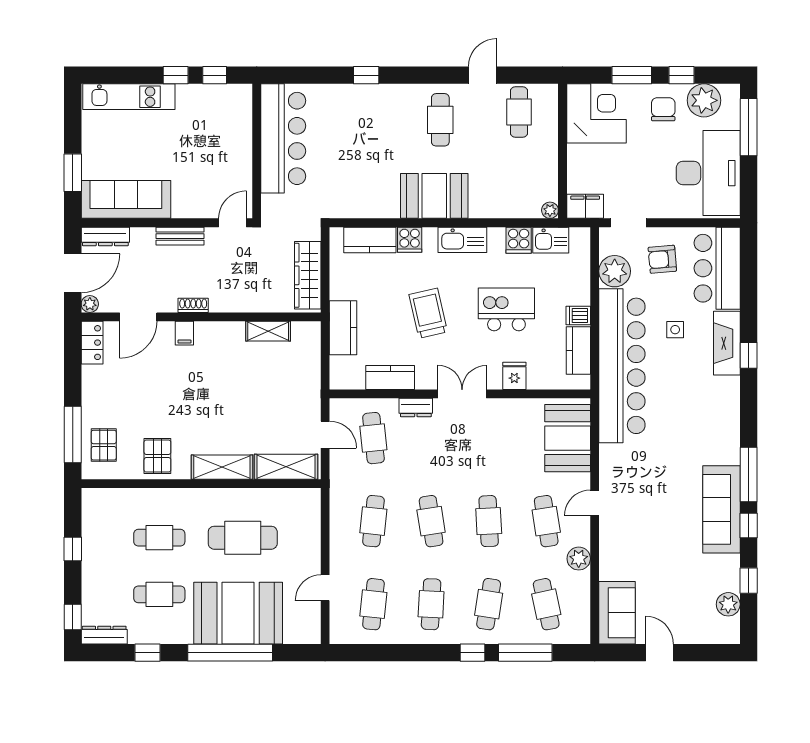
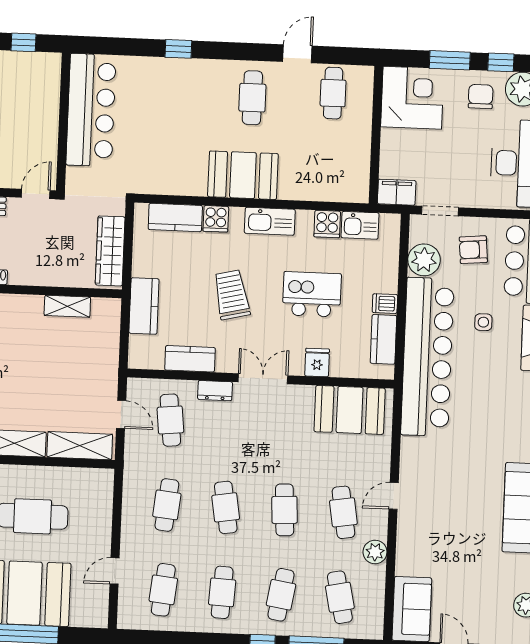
plant: (550, 210) -> (361, 195), removed
booth: (568, 438) -> (350, 410), moved, turned 90

